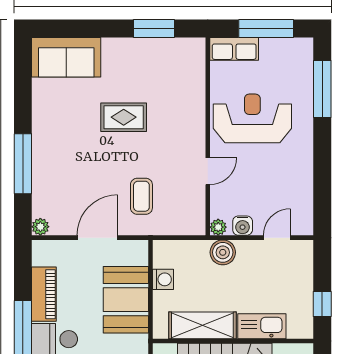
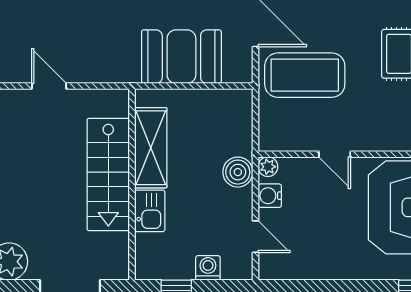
coffee table: (141, 196) -> (305, 75), width x1.86, depth x1.72
washing machine: (163, 279) -> (208, 268), moved, turned 180
kitchen sink: (262, 326) -> (150, 211), width x0.73

